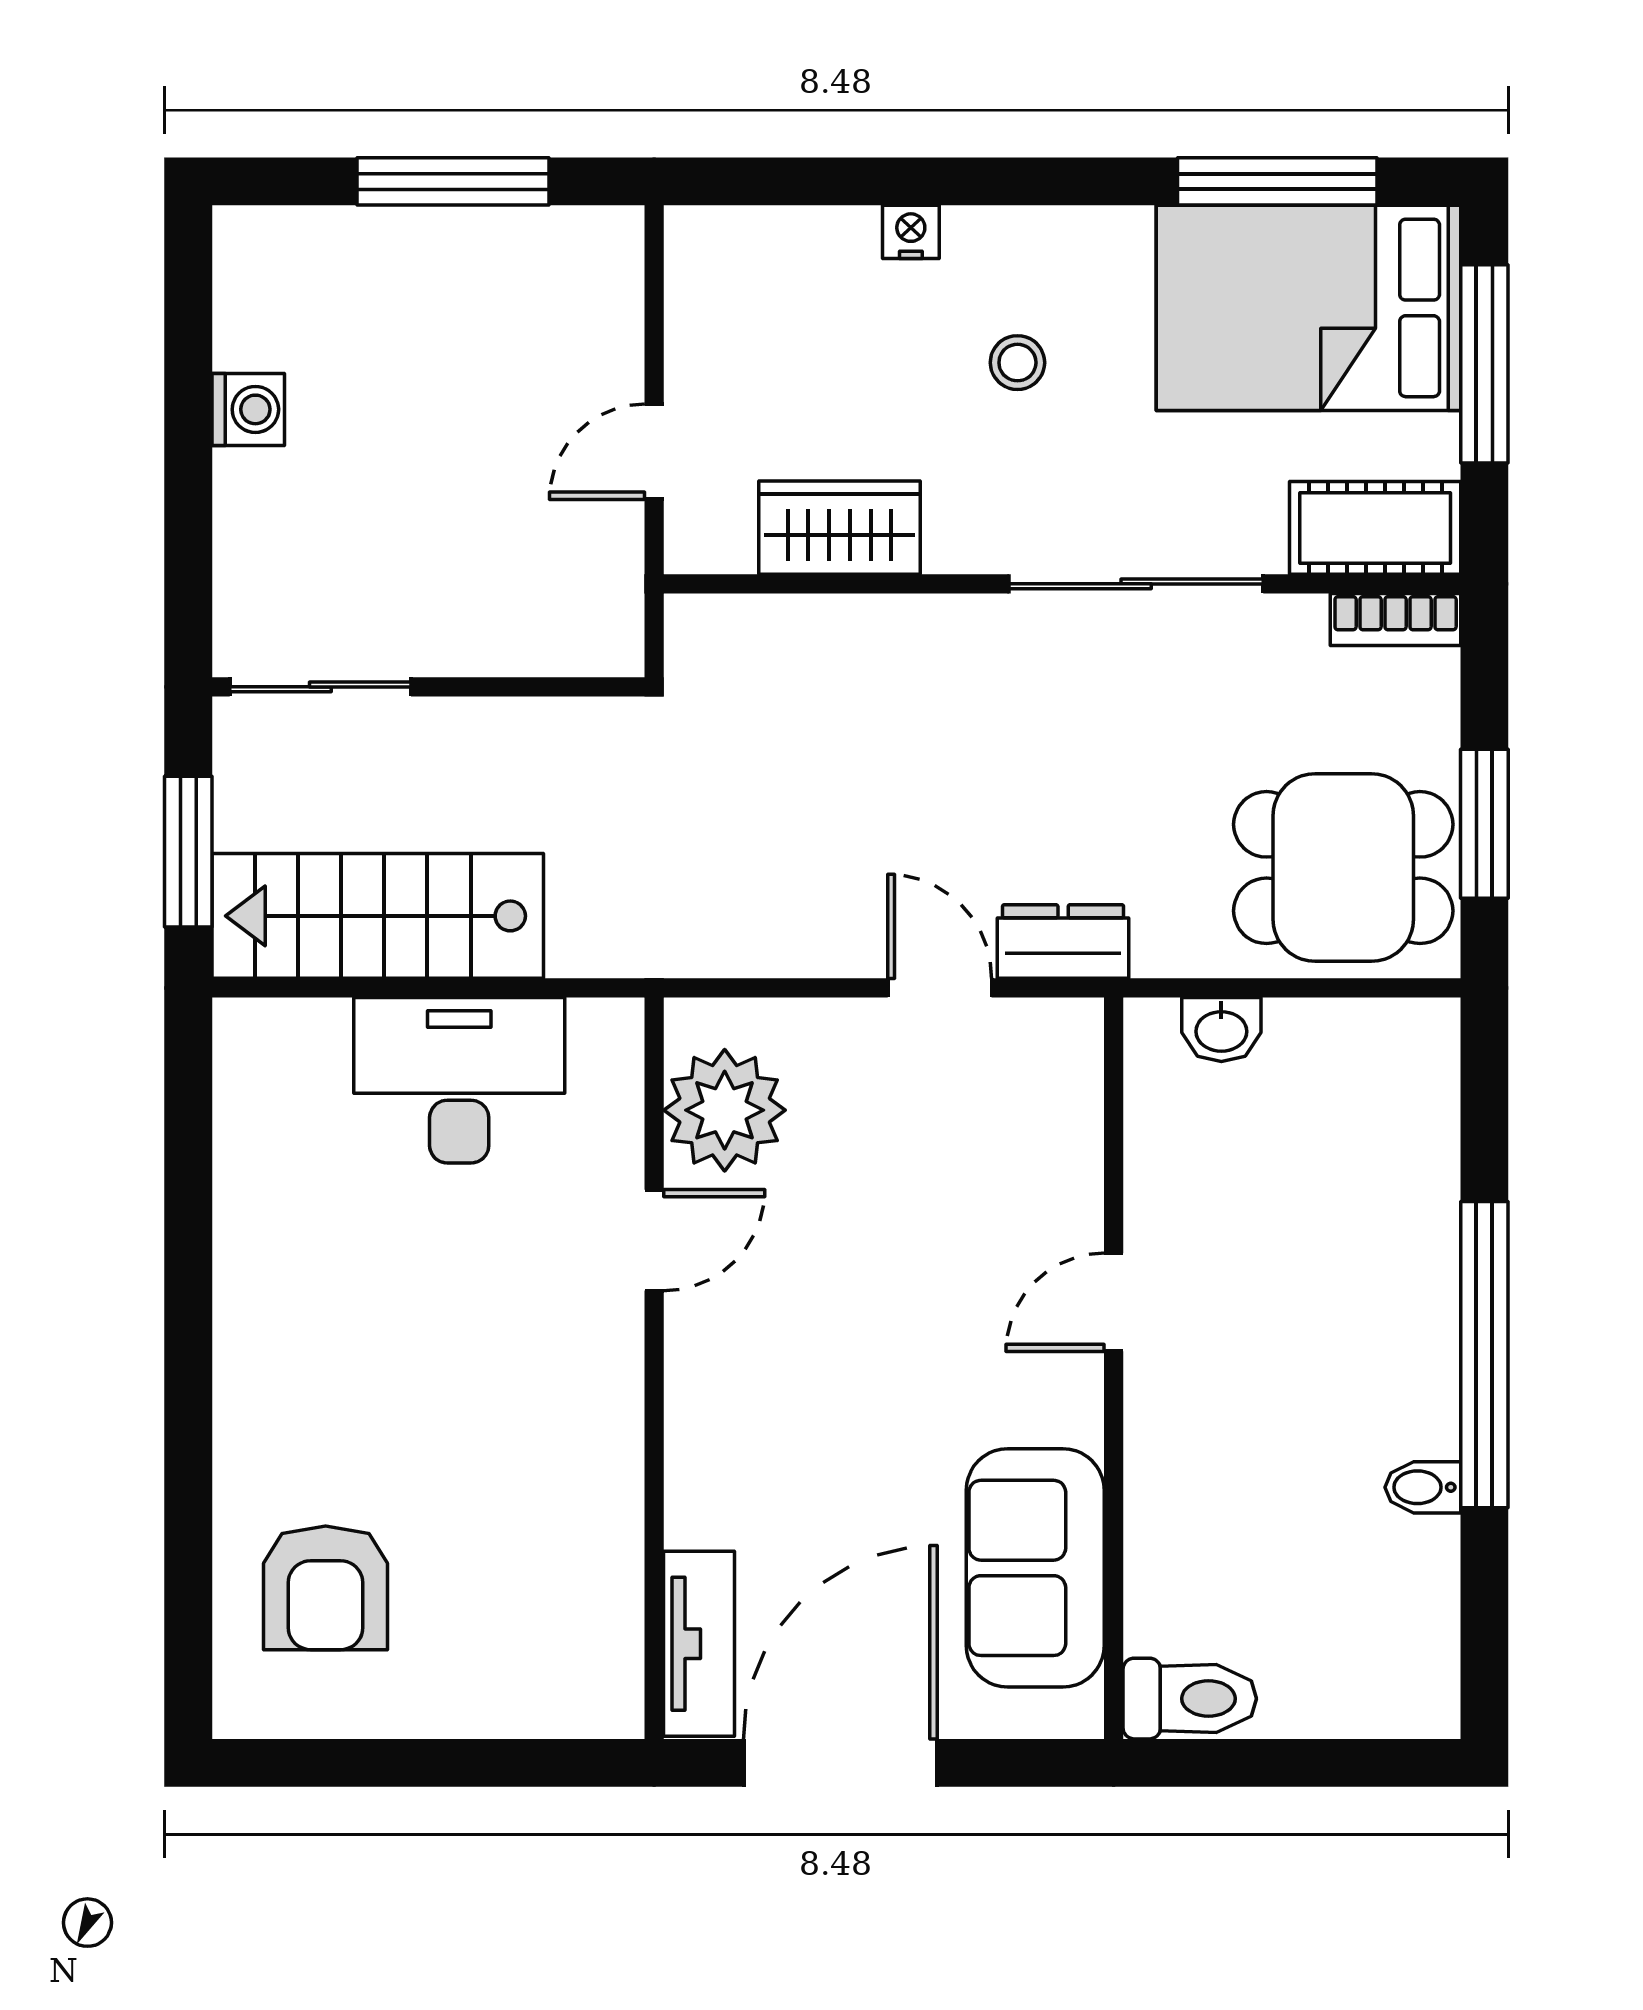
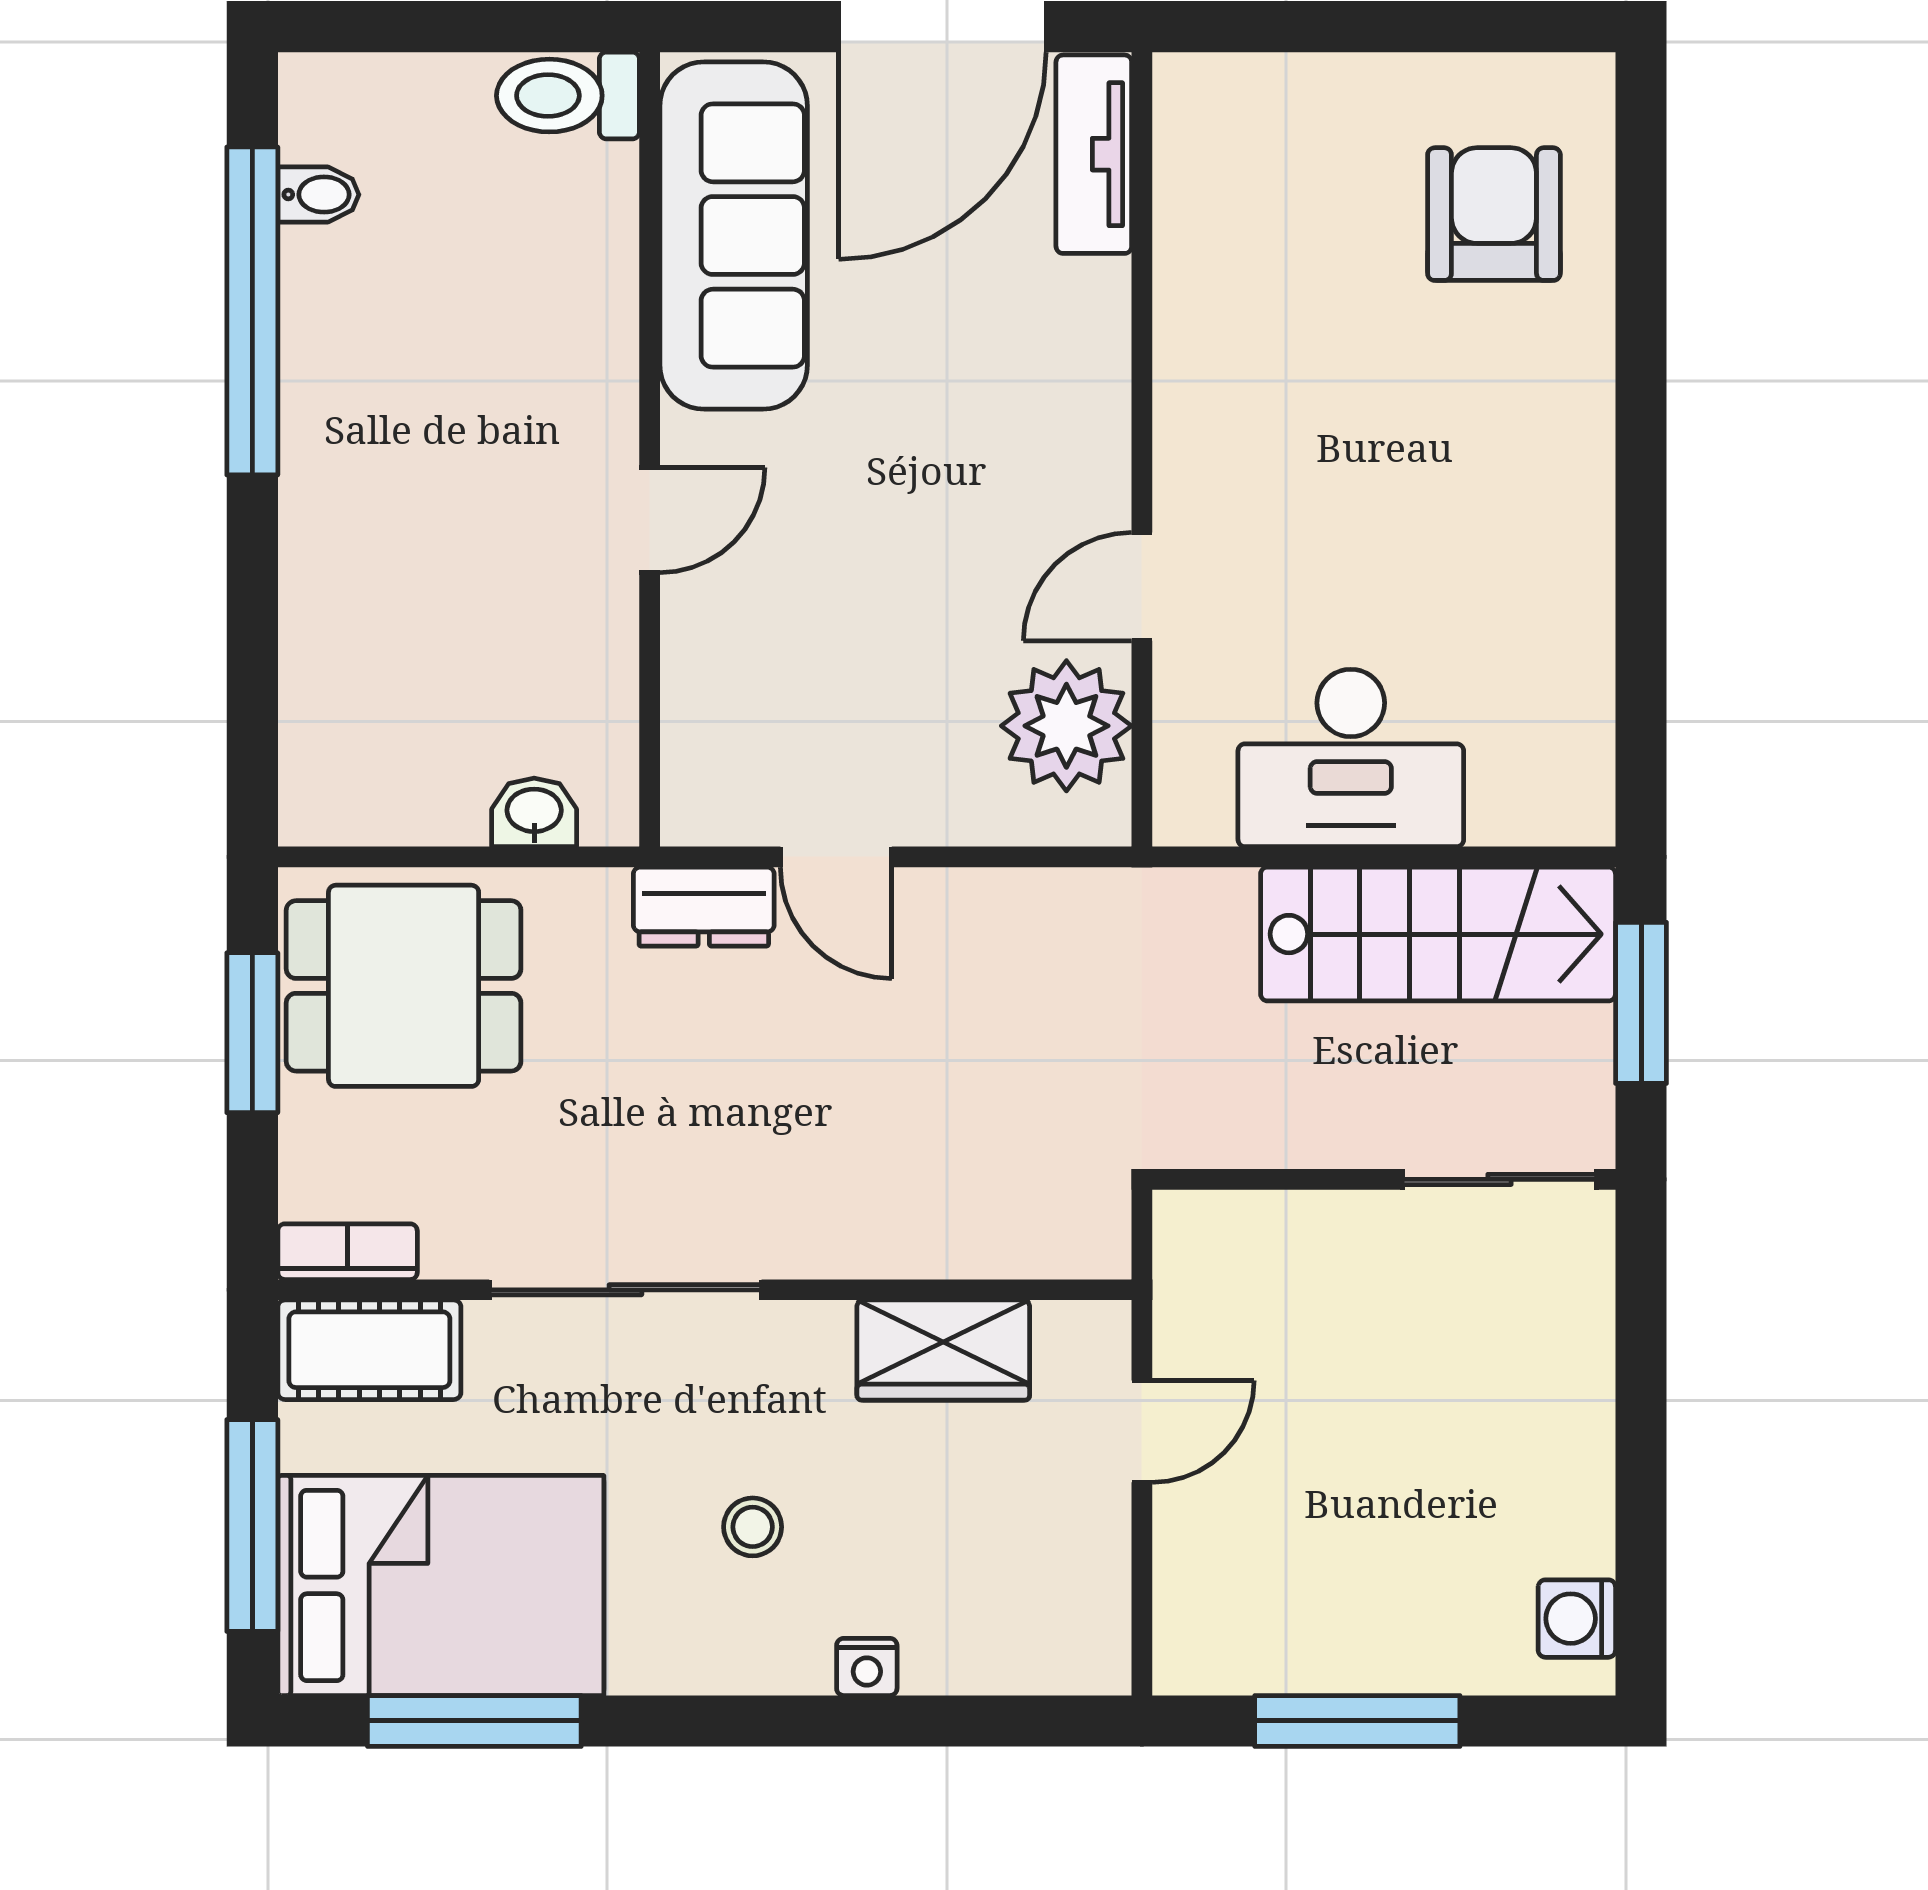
washing machine: (248, 409) -> (1577, 1619), moved
window: (1484, 1355) -> (252, 311), moved
bidet: (1423, 1487) -> (318, 195), moved
sofa: (1035, 1568) -> (734, 235), width x1.36

